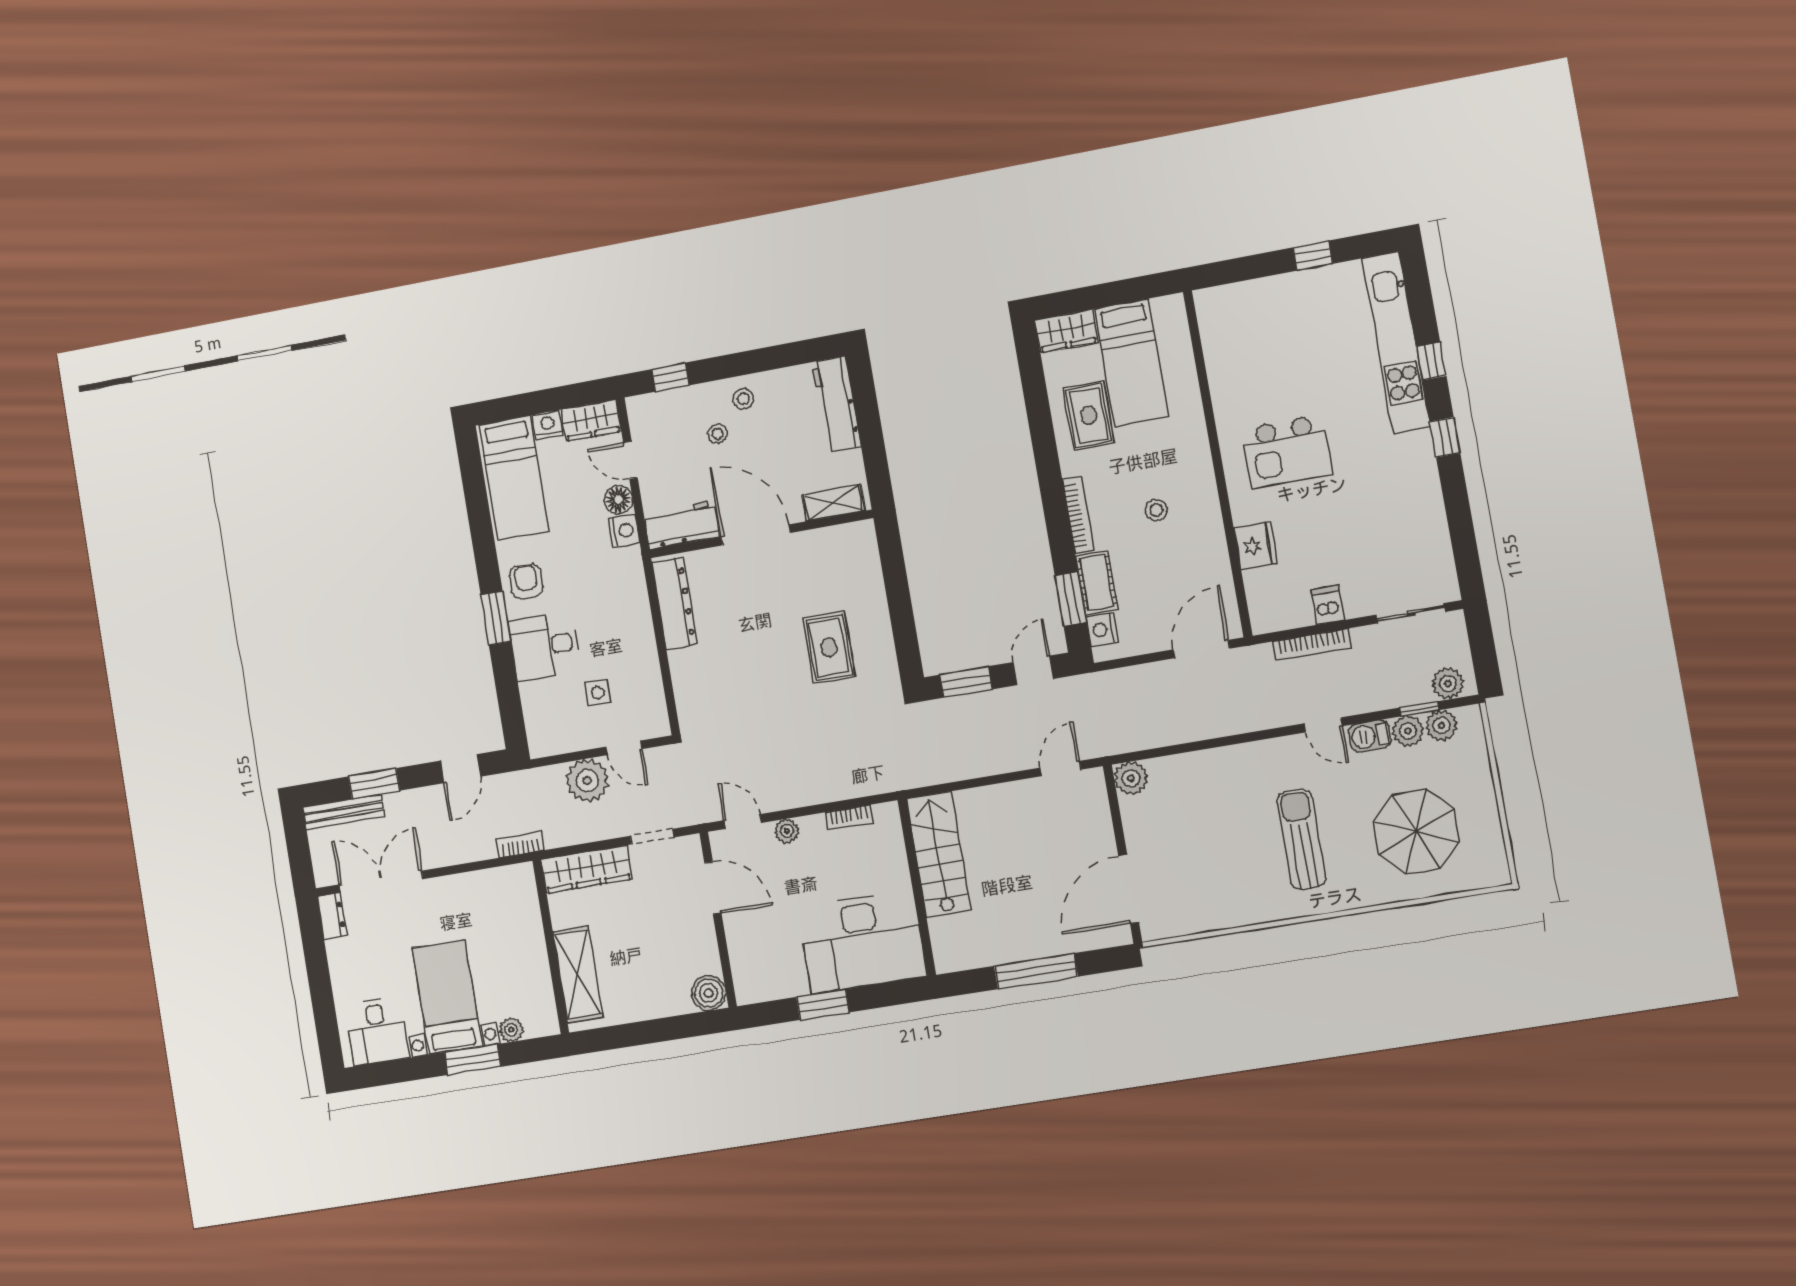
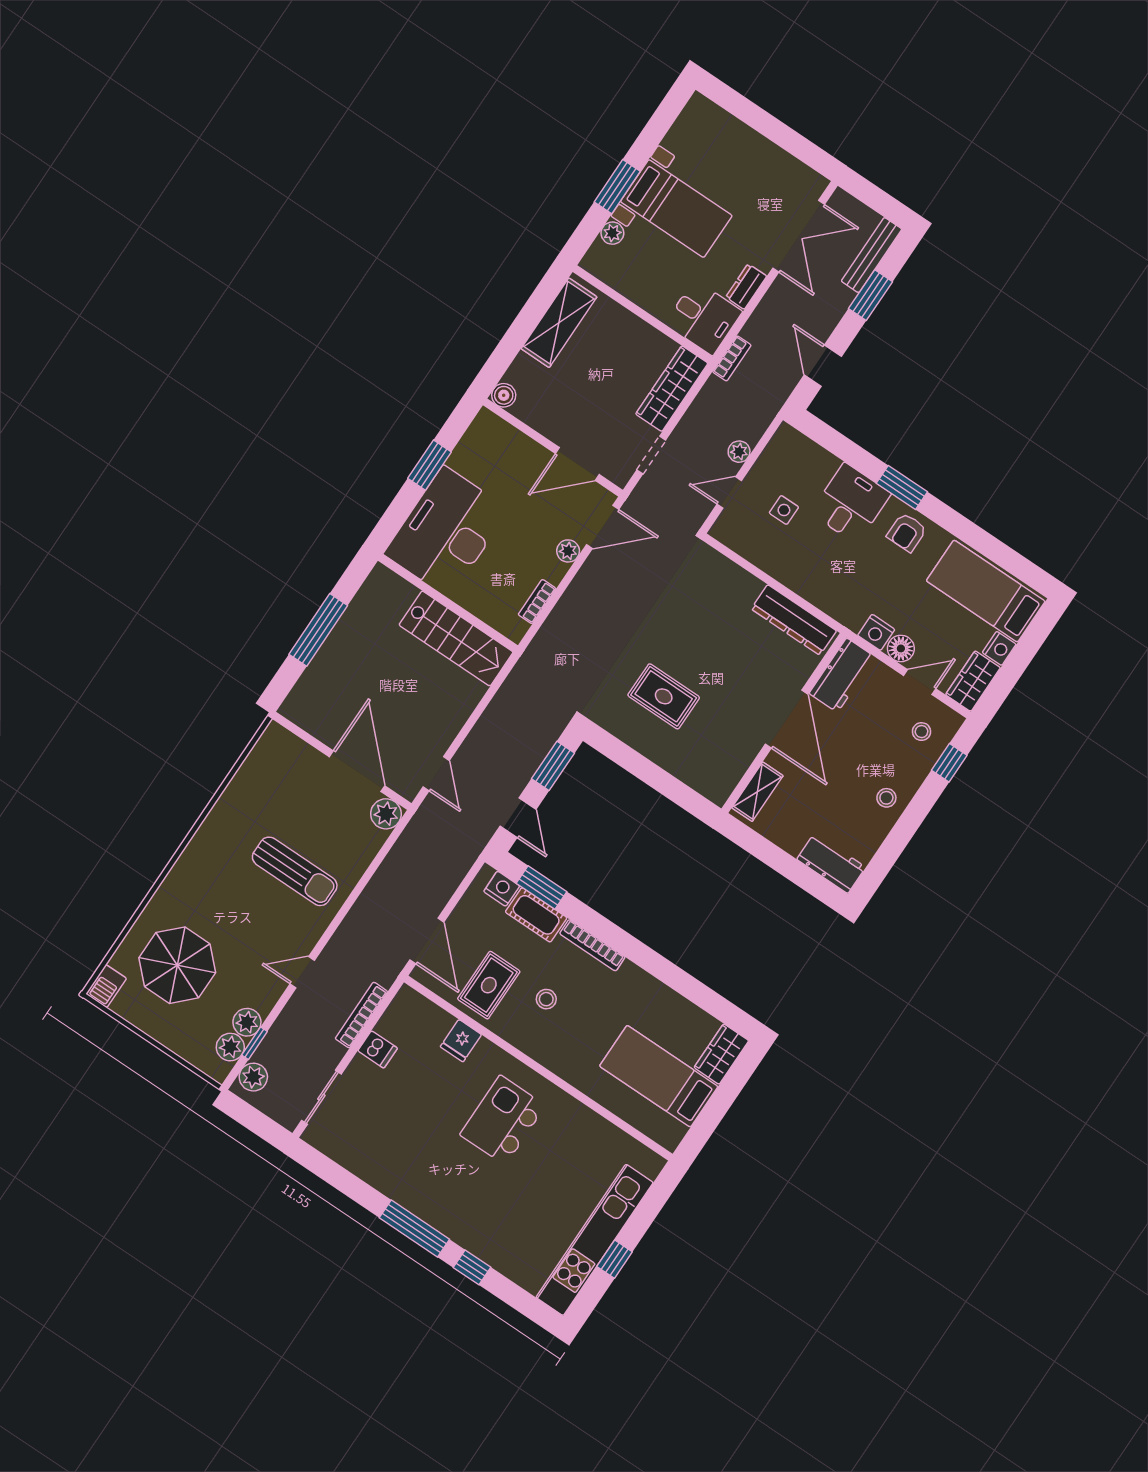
kitchen unit: (1396, 342) -> (595, 1240), moved, turned -90
workbench: (837, 404) -> (831, 863), width x0.73
rug: (1089, 415) -> (489, 985), moved, turned 90
stool: (718, 434) -> (922, 732), moved
window: (1445, 437) -> (414, 1228), width x2.17
door: (756, 535) -> (787, 719), hinge flipped
fridge: (1256, 546) -> (461, 1041), width x0.72
armchair: (526, 582) -> (907, 532), turned 90
barbecue: (1370, 736) -> (106, 986), moved, turned 180
plant: (587, 780) -> (739, 452), width x0.53, depth x0.53
door: (743, 821) -> (603, 527), width x1.38
sun lounger: (1301, 839) -> (295, 871), moved
door: (1129, 889) -> (357, 771), moved
dresser: (332, 916) -> (746, 287), moved, turned 90
shelving: (578, 975) -> (559, 323), moved, turned 90
boiler: (709, 993) -> (504, 395), width x0.73, depth x0.73
desk: (377, 1031) -> (704, 318), moved, turned 180

